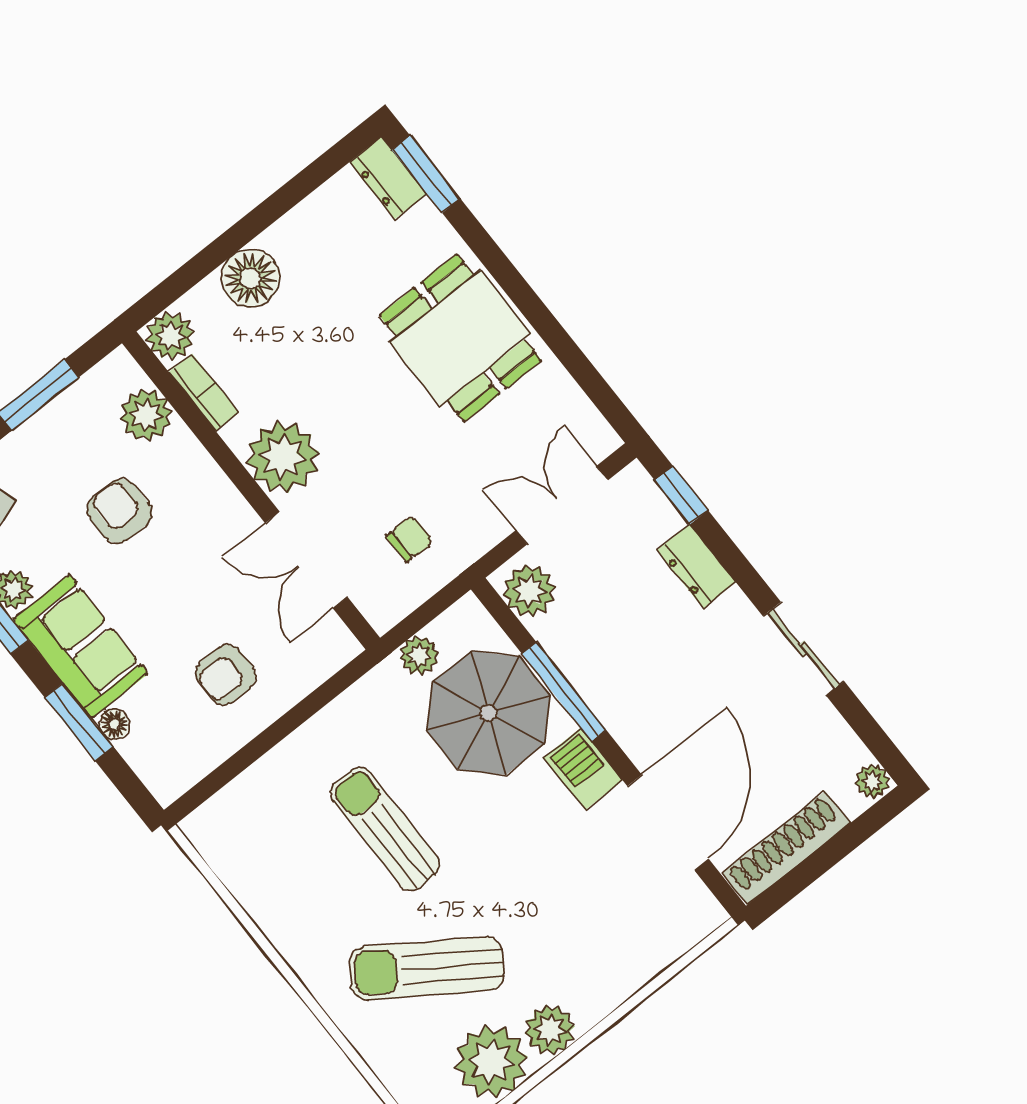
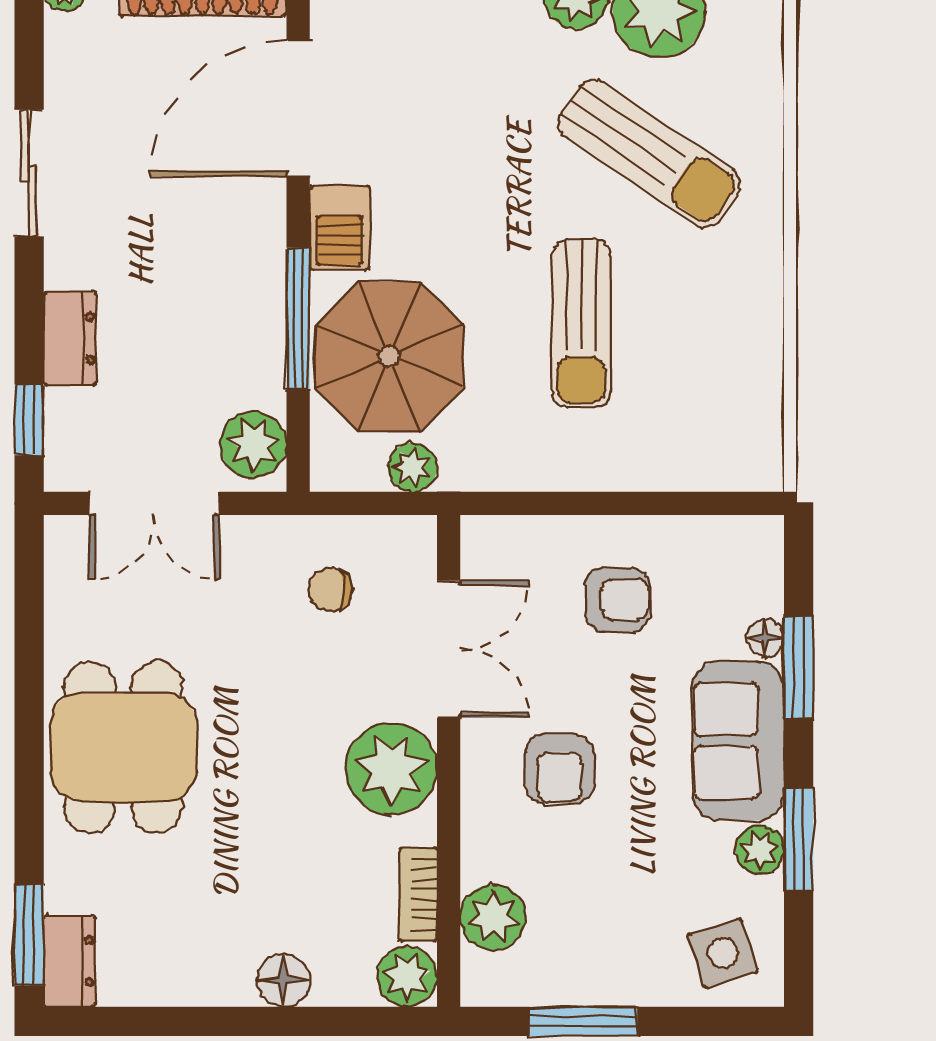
floor lamp: (250, 278) -> (283, 980), width x0.73, depth x0.73
armchair: (120, 511) -> (560, 769), moved

